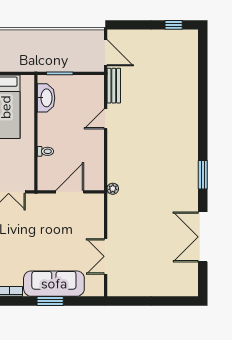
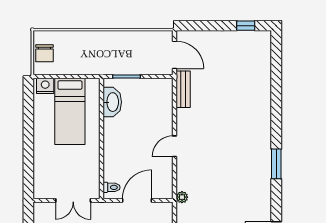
door: (106, 119) -> (175, 146), moved
toilet: (45, 151) -> (112, 187), moved
window: (203, 175) -> (276, 164), moved

